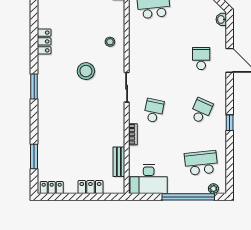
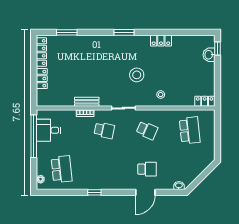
school desk: (201, 111) -> (147, 130), moved
bench: (119, 162) -> (87, 102), moved
desk: (149, 179) -> (48, 130), width x0.73
locker: (52, 188) -> (41, 52), width x1.53
window: (188, 197) -> (34, 136), moved

